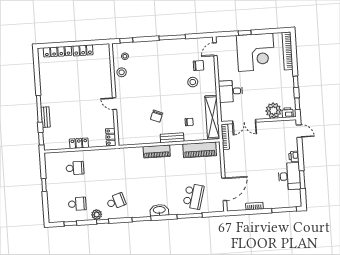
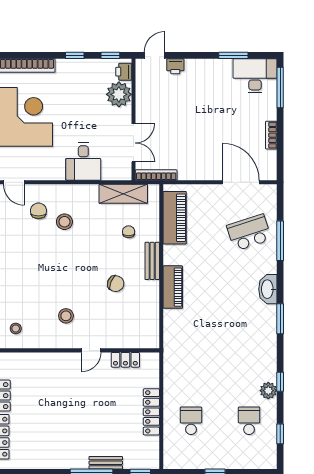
stool: (122, 72) -> (66, 316), moved
shelving: (212, 117) -> (123, 194), width x0.68
locker: (111, 137) -> (125, 360), moved
locker: (79, 143) -> (151, 412), width x1.53
printer: (294, 156) -> (175, 66), moved
desk: (289, 176) -> (255, 76), moved
school desk: (193, 196) -> (249, 233), turned -33
school desk: (116, 201) -> (249, 358), removed

